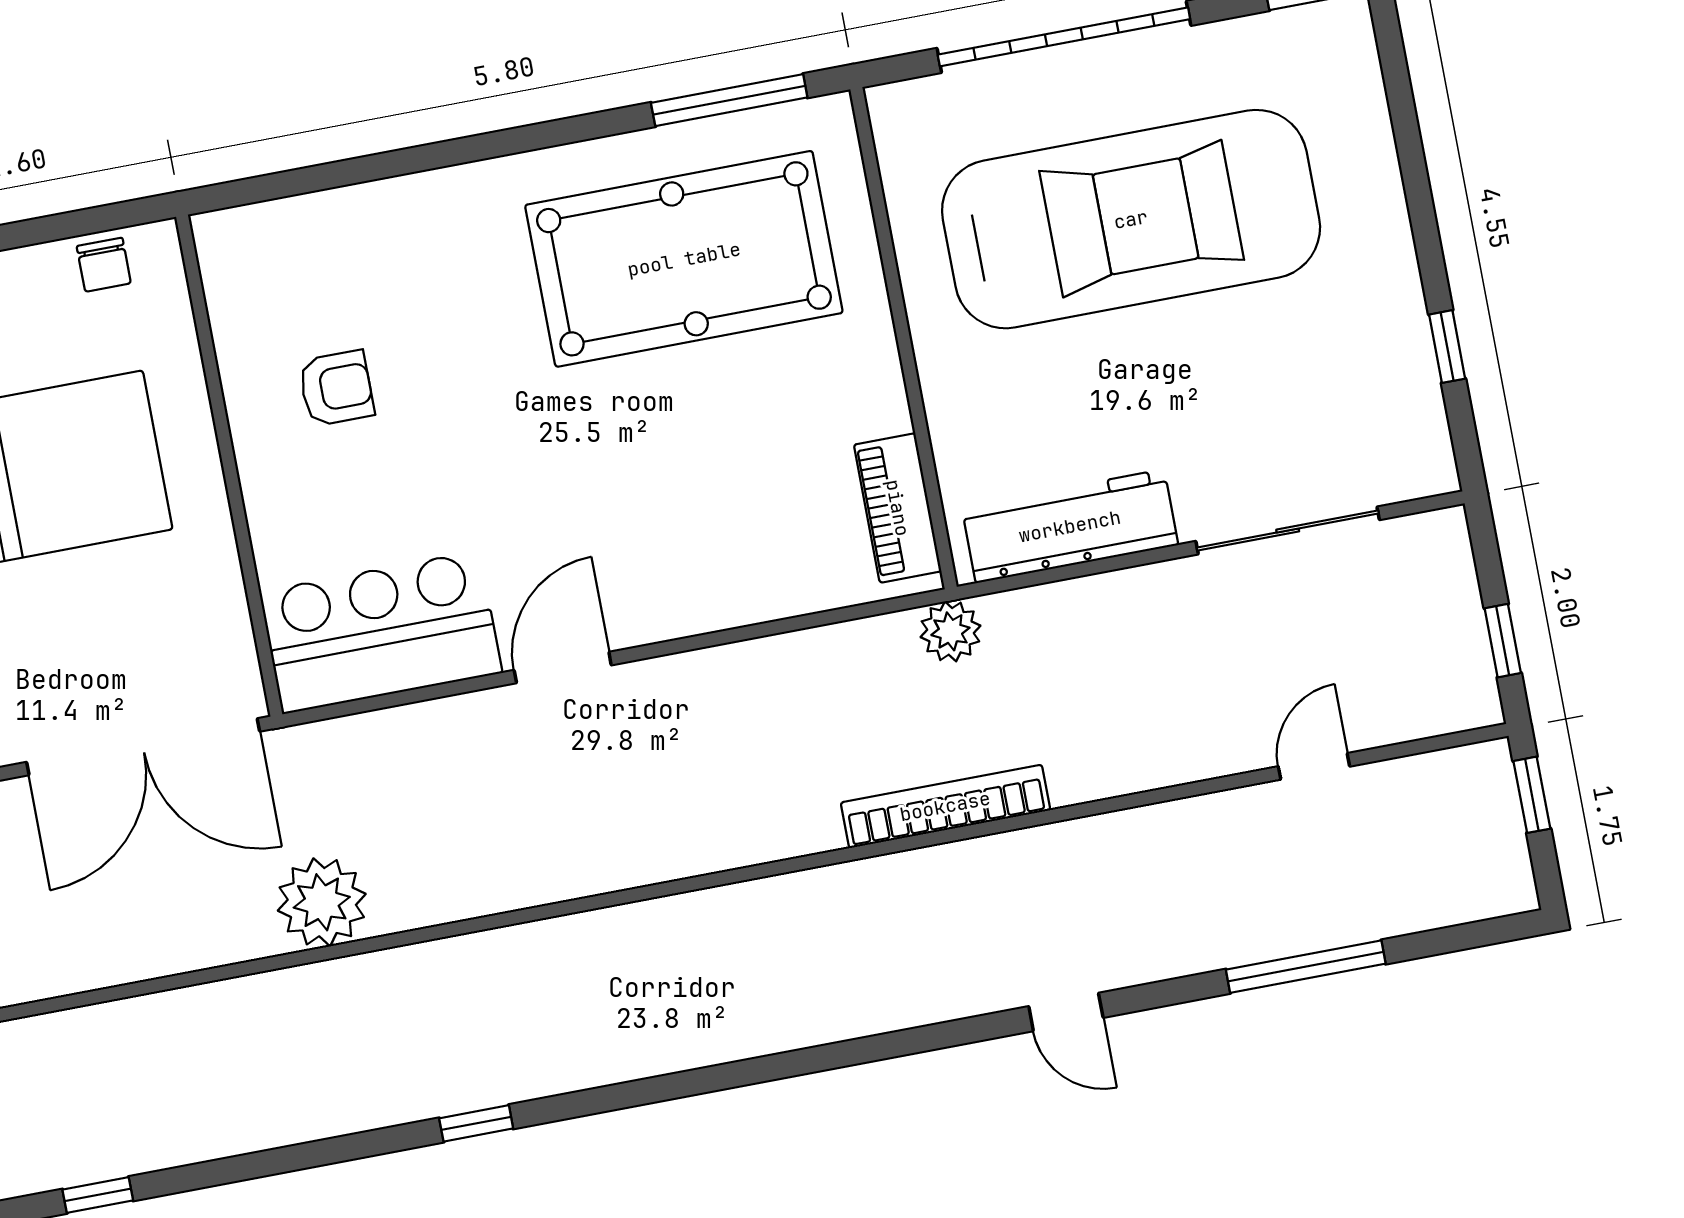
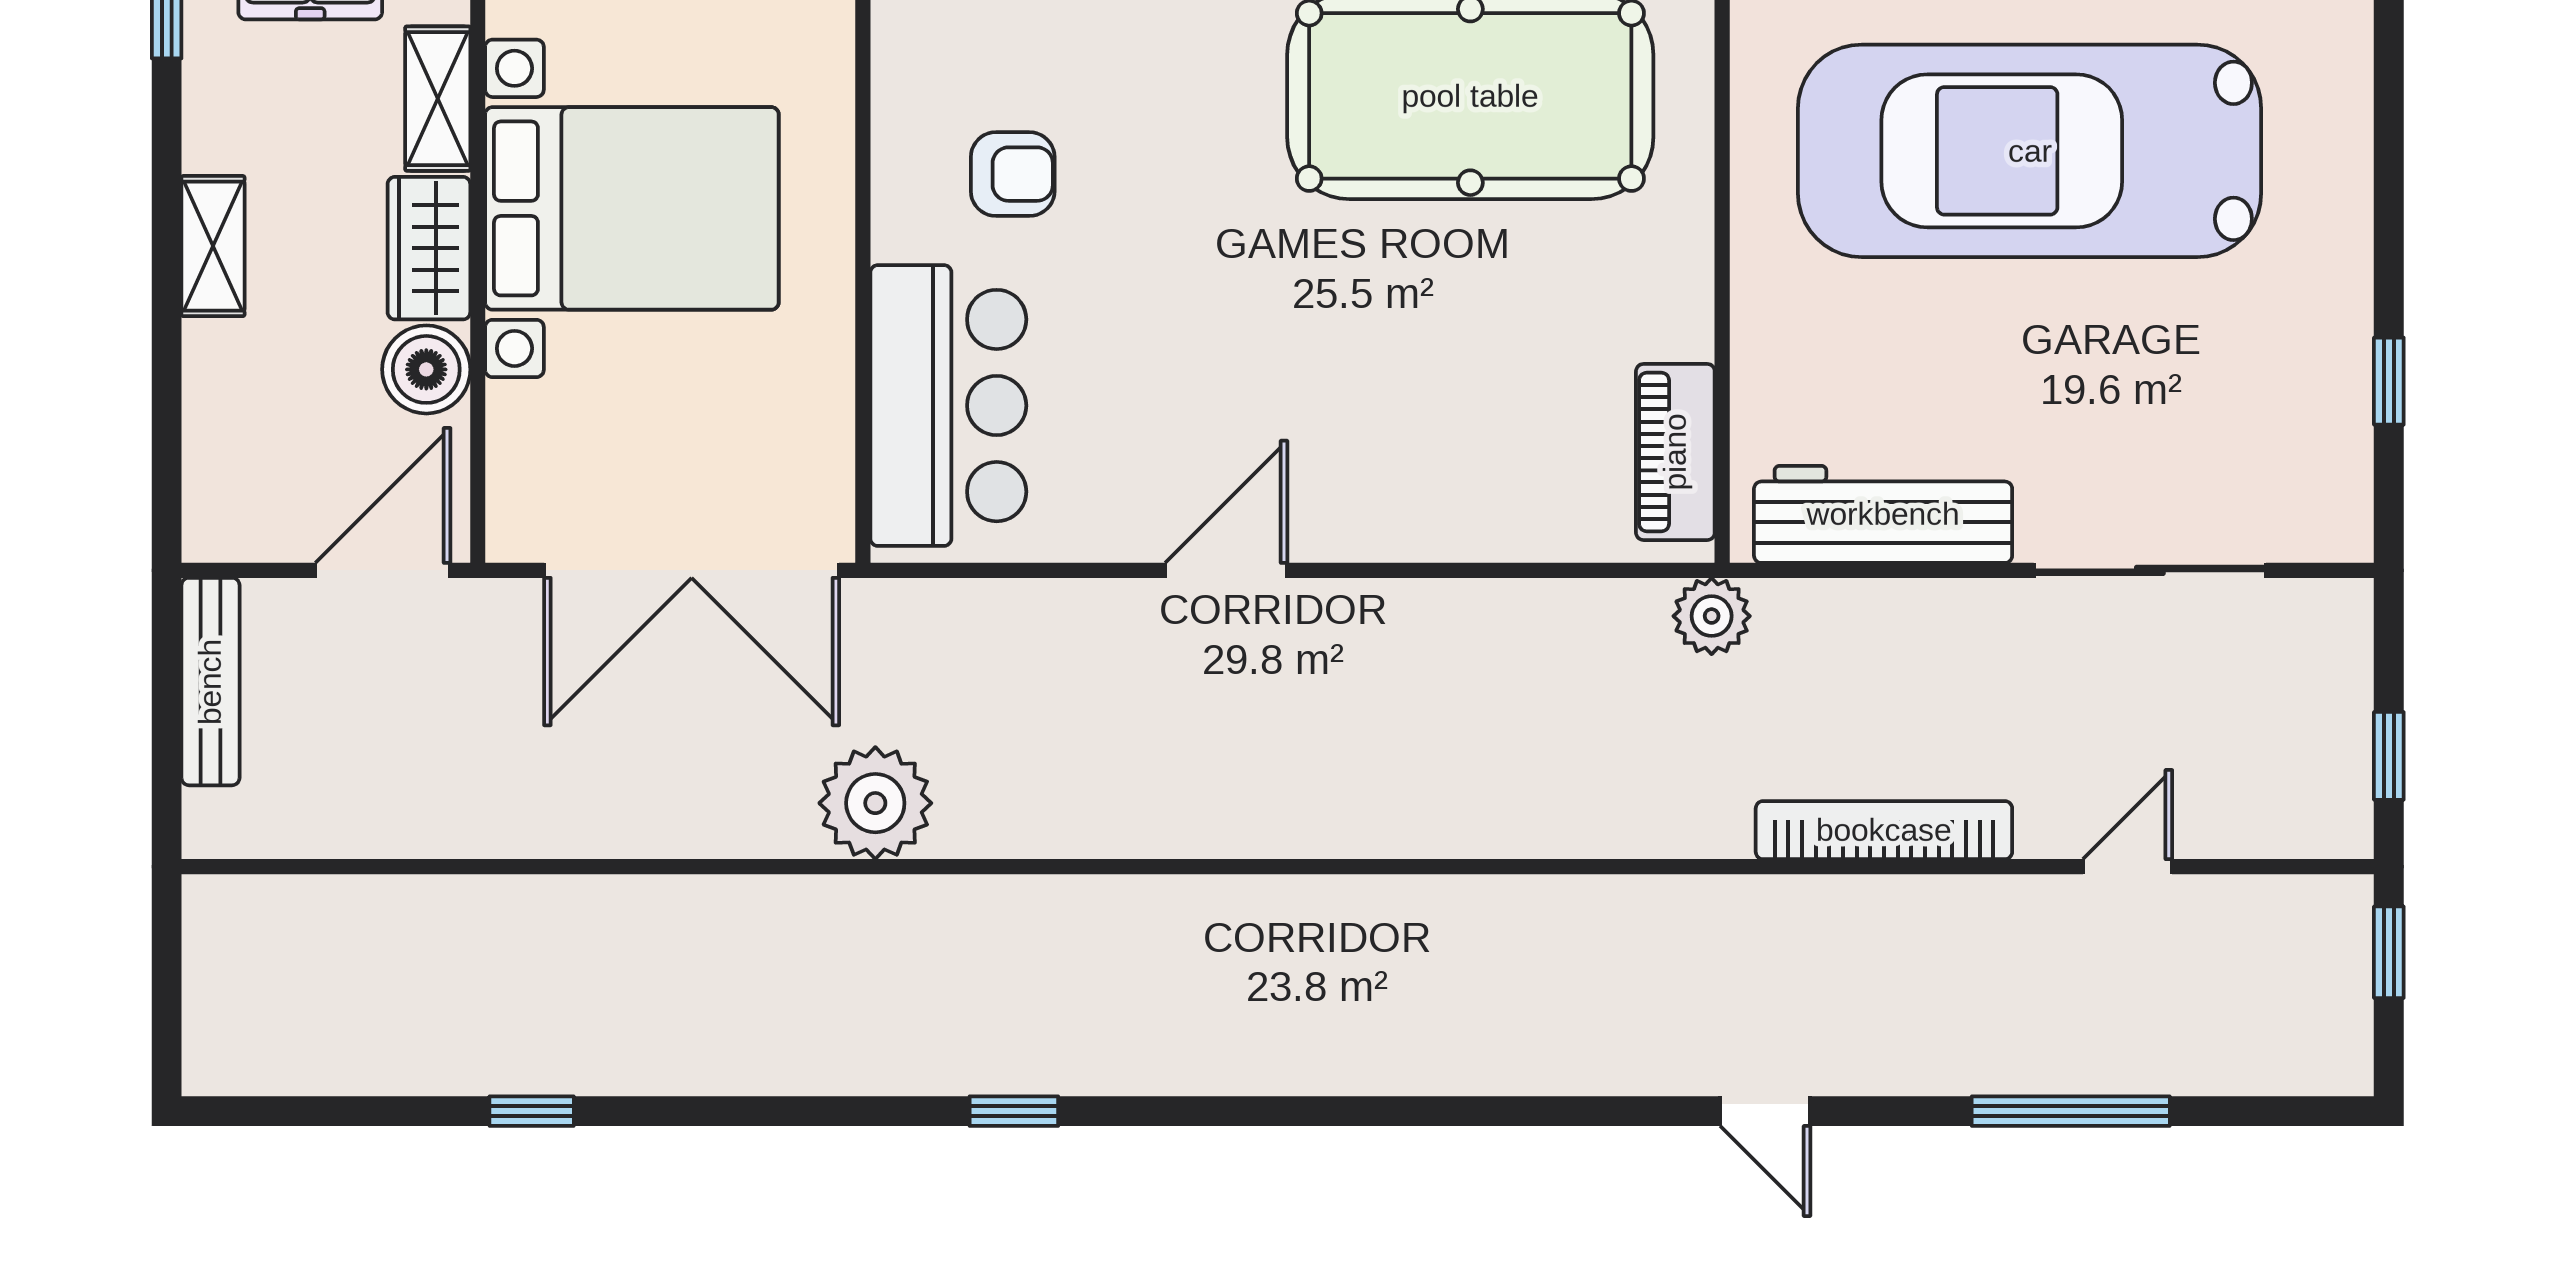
car: (1131, 219) -> (2030, 151), turned 180
bar counter: (381, 632) -> (948, 406), moved, turned 90
bookcase: (945, 806) -> (1884, 830), moved

